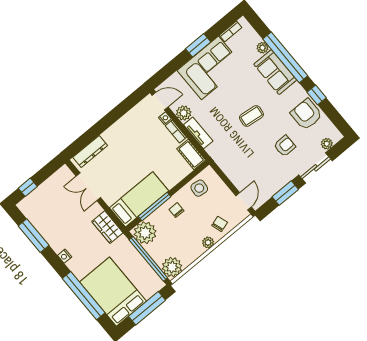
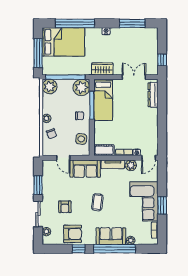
sofa: (227, 158) -> (85, 169), added
window: (28, 187) -> (162, 60), moved
door: (244, 201) -> (63, 158), moved

